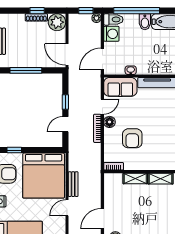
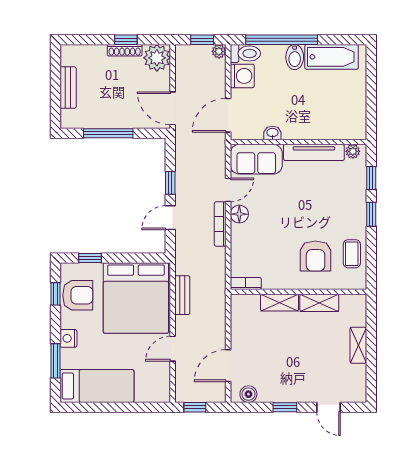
armchair: (132, 138) -> (316, 256), moved
bench: (73, 184) -> (182, 295), moved

